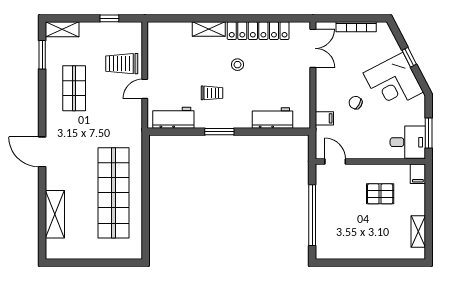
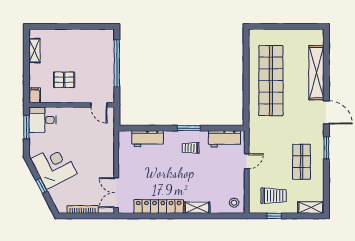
window: (42, 55) -> (326, 148), moved
trolley: (122, 64) -> (274, 196), moved
stool: (237, 65) -> (234, 203), moved
trolley: (212, 93) -> (191, 148), moved
chair: (356, 103) -> (83, 151), removed
filing cabinet: (324, 118) -> (107, 138), removed
shelving: (55, 214) -> (316, 73), width x1.47

